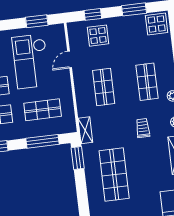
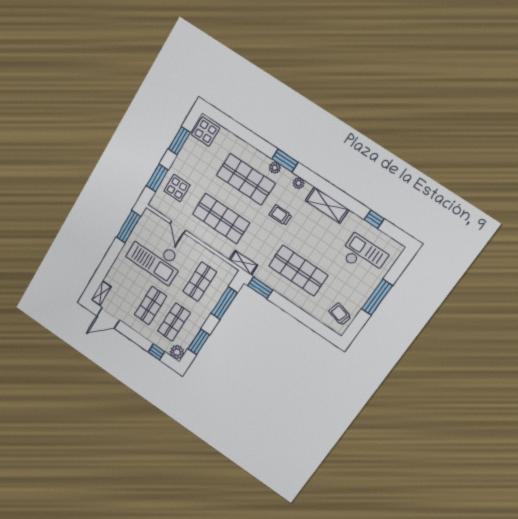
window: (93, 14) -> (157, 178), width x1.50
window: (37, 21) -> (128, 227), width x1.44
shop shelf: (147, 82) -> (246, 179), width x1.43, depth x1.36
shop shelf: (104, 87) -> (221, 219), width x1.43, depth x1.36

